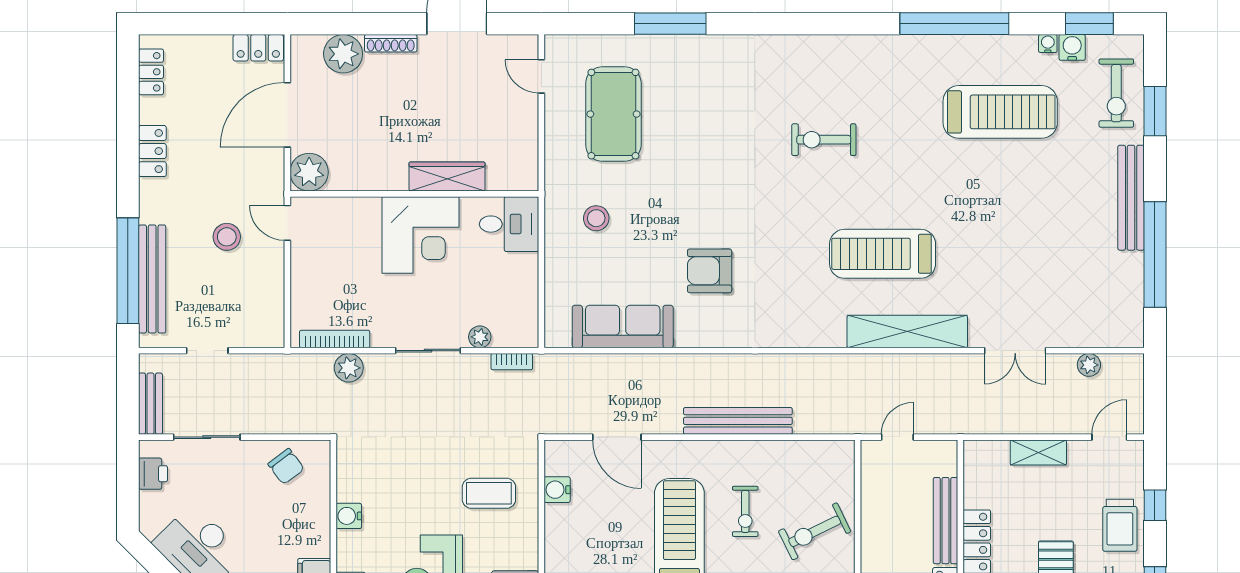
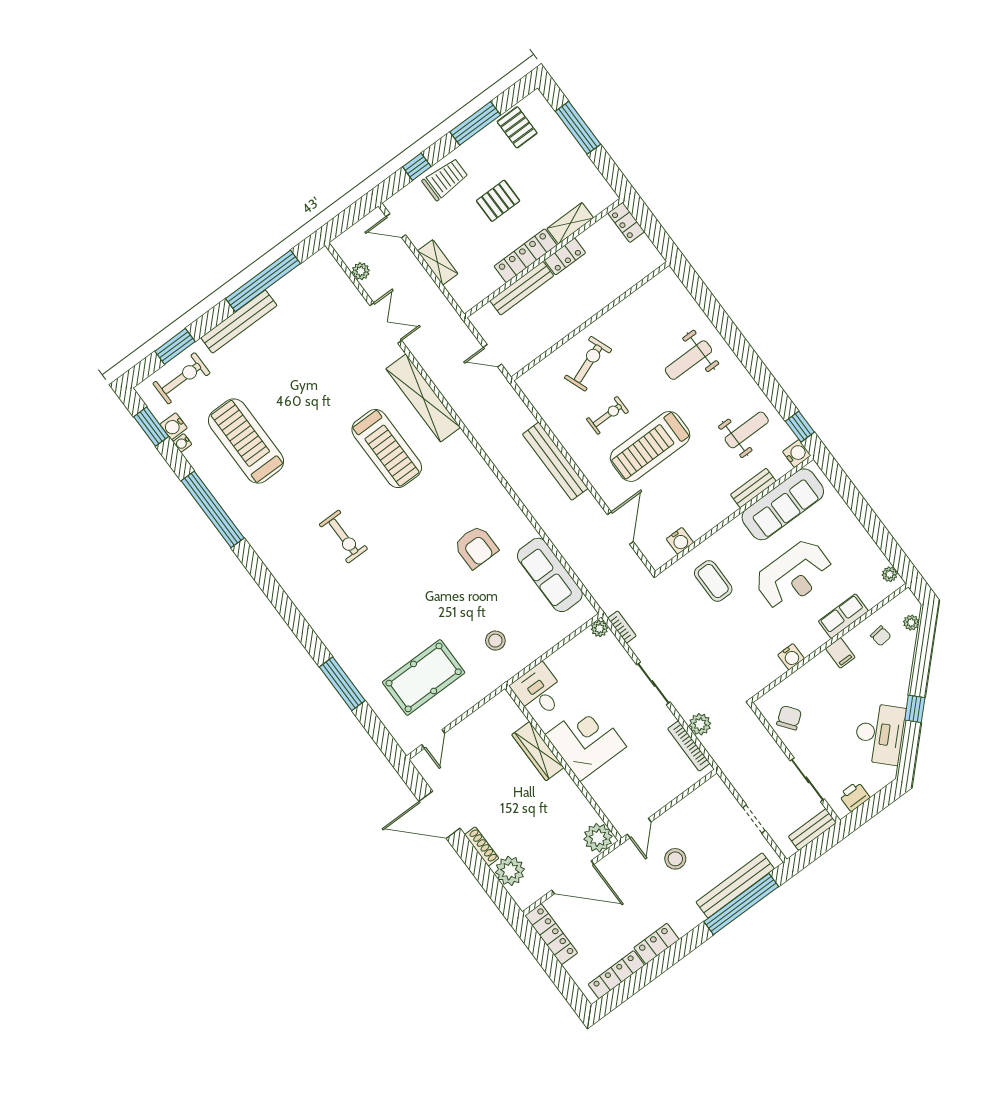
locker: (258, 48) -> (551, 934), width x1.53
locker: (151, 72) -> (616, 975), width x1.53
plant: (480, 337) -> (599, 628), moved
exercise bike: (815, 531) -> (588, 364), turned -85

